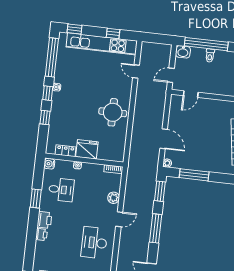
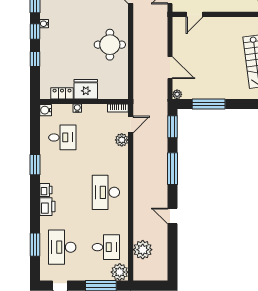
window: (36, 198) -> (35, 165), moved
door: (119, 219) -> (131, 124), moved
printer: (44, 220) -> (47, 207), moved

